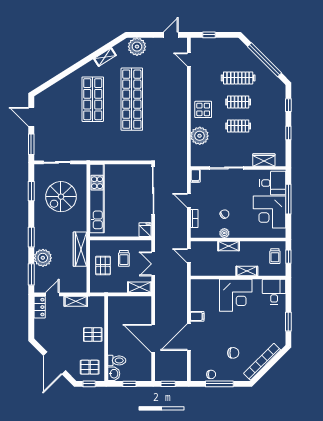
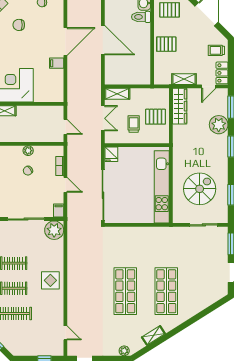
plant: (137, 47) -> (124, 351), width x0.53, depth x0.53
shop shelf: (132, 99) -> (125, 291), width x0.71
plant: (200, 136) -> (54, 230), moved
shelving: (229, 246) -> (24, 137), removed
wardrobe: (80, 249) -> (180, 106), moved
pallet: (103, 265) -> (155, 117), turned 90
trolley: (45, 329) -> (216, 50), added

